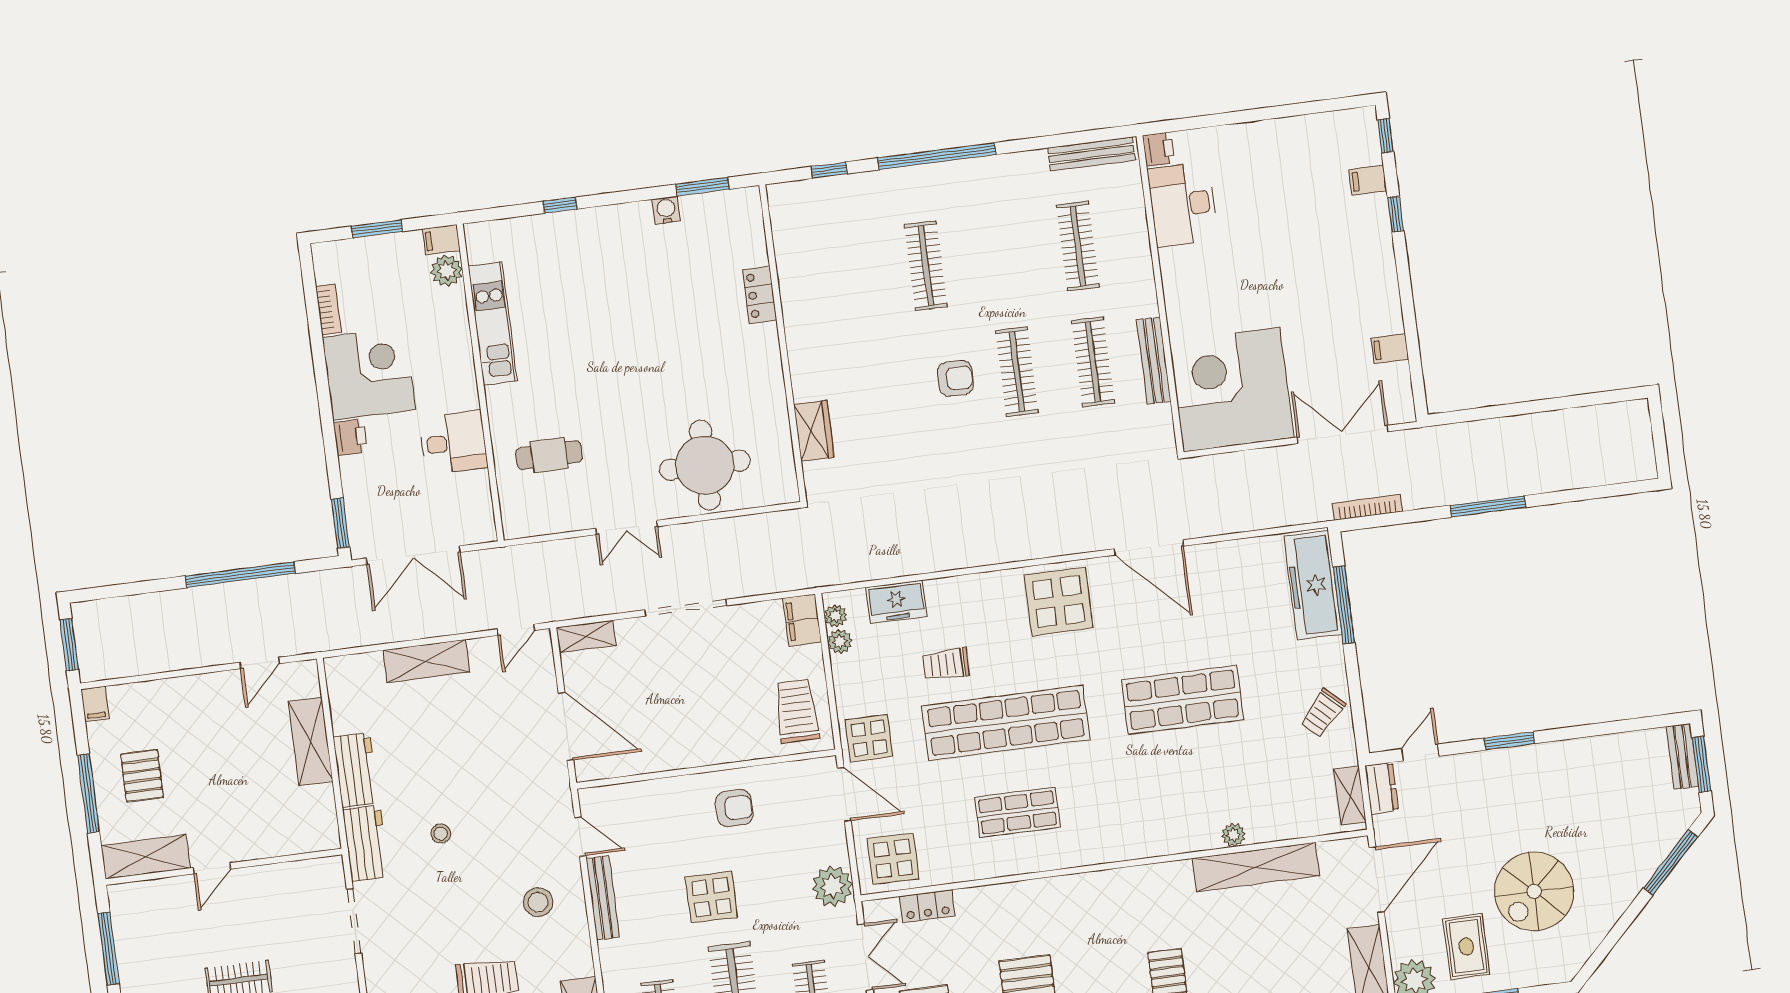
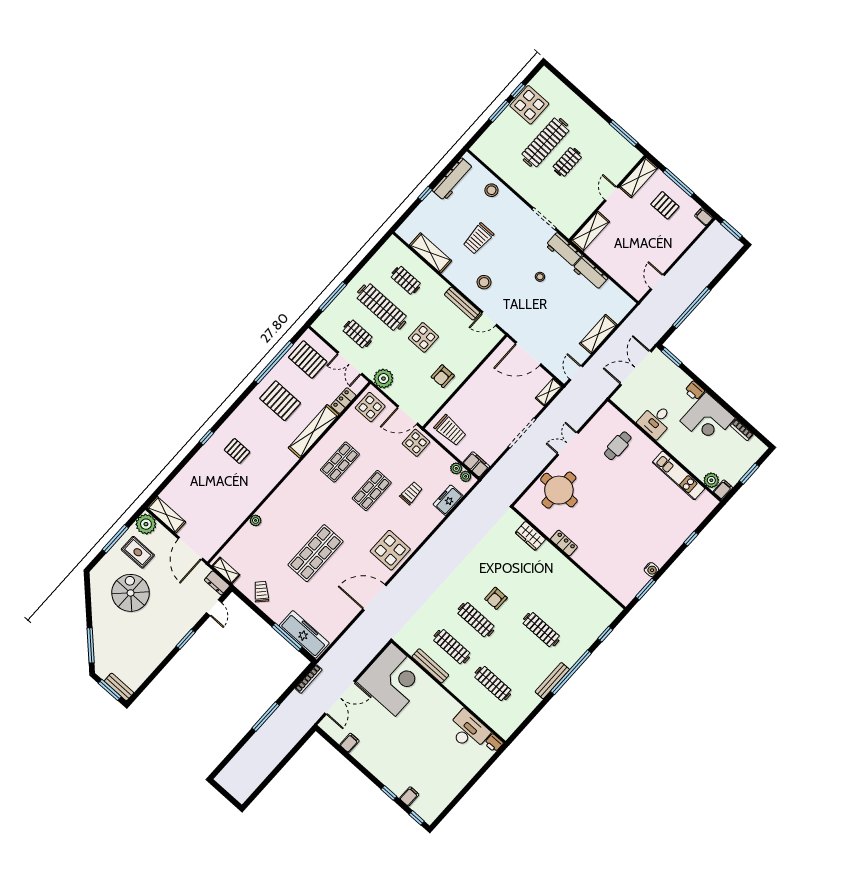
bench: (1092, 154) -> (552, 681), moved
locker: (760, 295) -> (564, 543), moved
shop shelf: (1006, 723) -> (372, 491), width x0.50, depth x0.74
shelving: (311, 741) -> (590, 231), moved, turned 90
shelving: (1256, 867) -> (314, 431), moved

